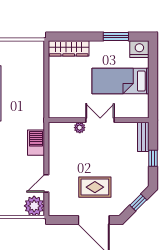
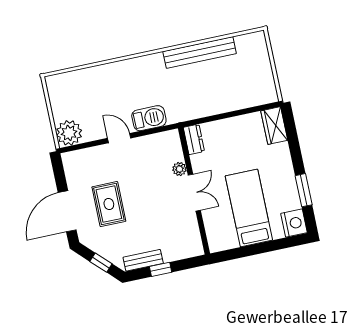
wardrobe: (69, 48) -> (274, 126), width x0.67
dresser: (59, 112) -> (194, 139), added
bench: (143, 137) -> (143, 260), moved
door: (46, 183) -> (119, 138), moved

